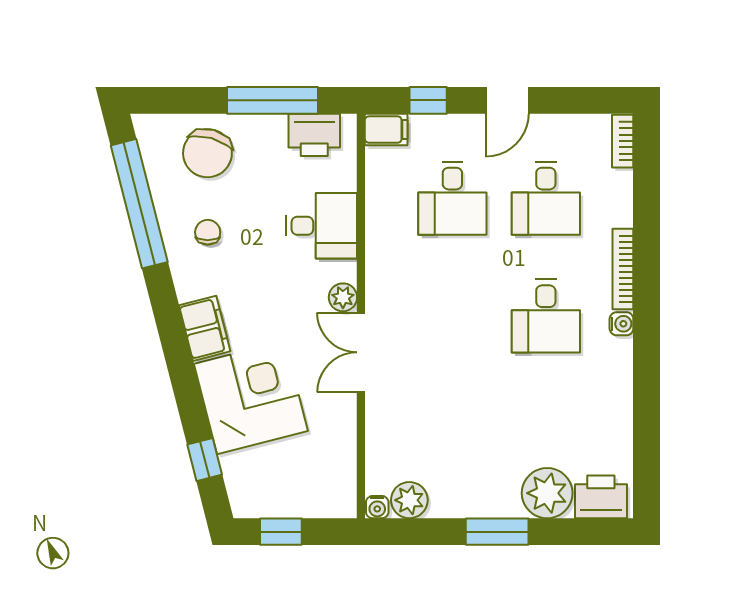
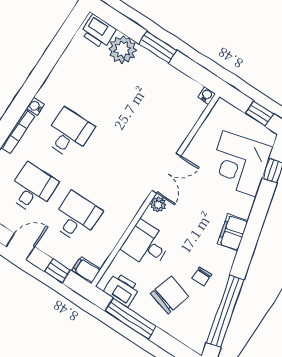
chair: (207, 153) -> (170, 295), moved
corner desk: (251, 397) -> (240, 164), moved
plant: (409, 500) -> (189, 89), removed

